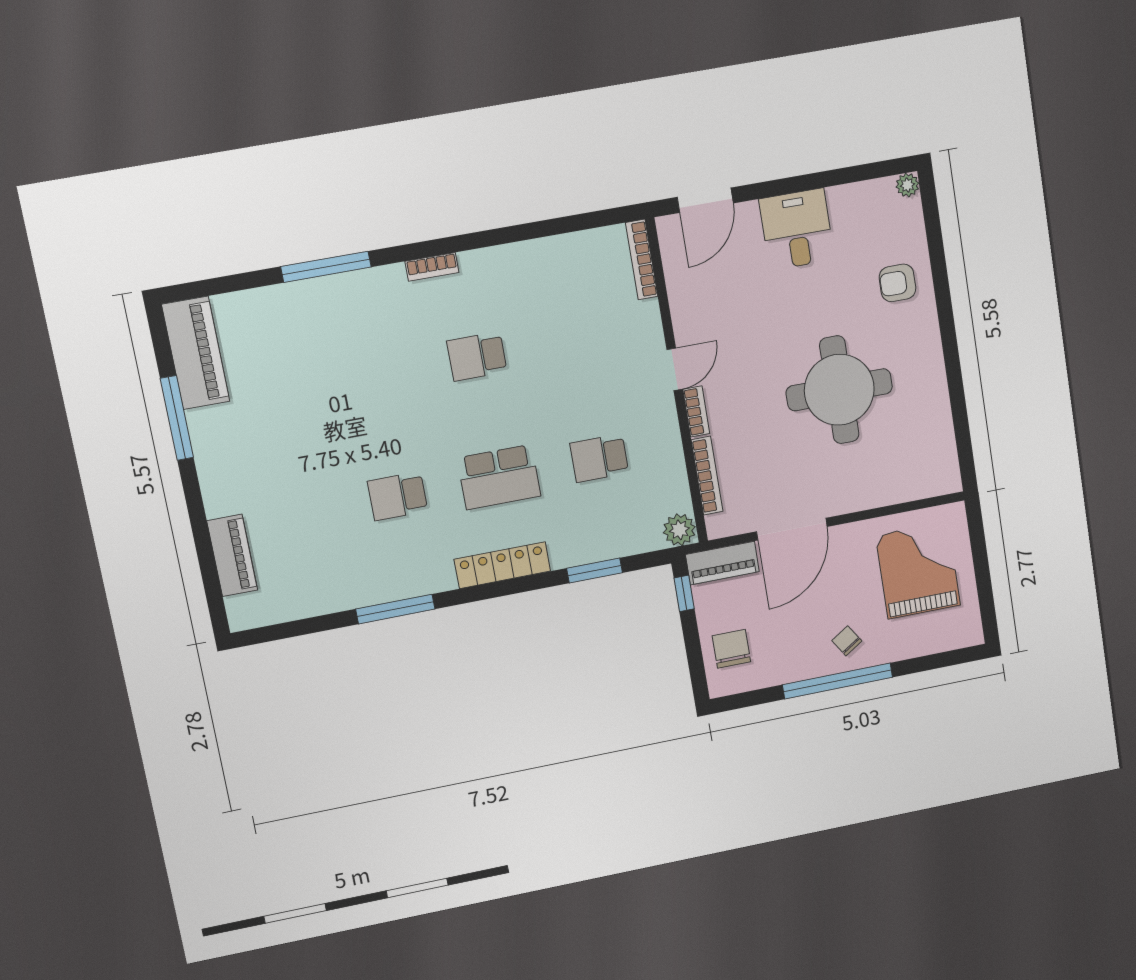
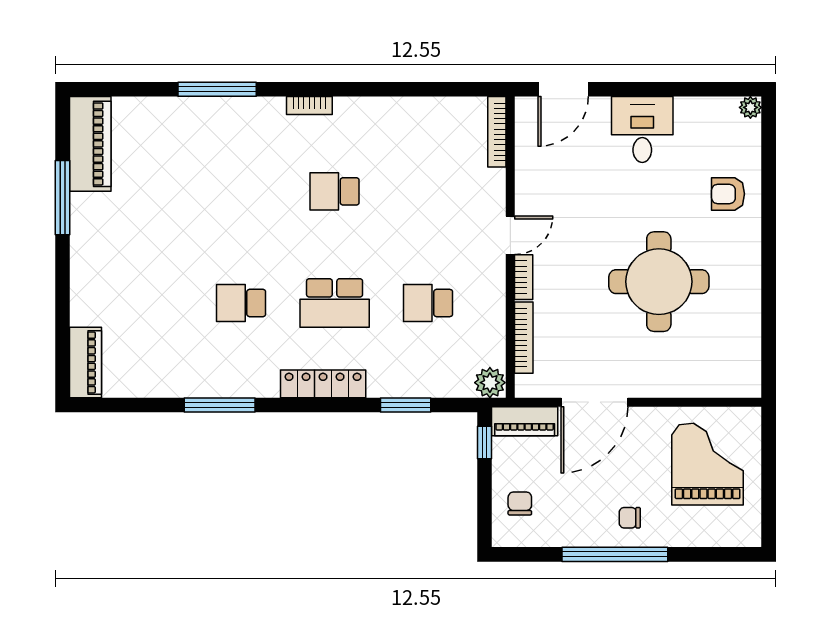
piano: (232, 555) -> (86, 362), moved
chair: (847, 641) -> (630, 518), turned -57
chair: (731, 649) -> (520, 503), width x0.73, depth x0.73

